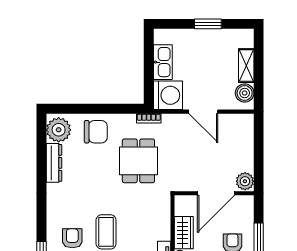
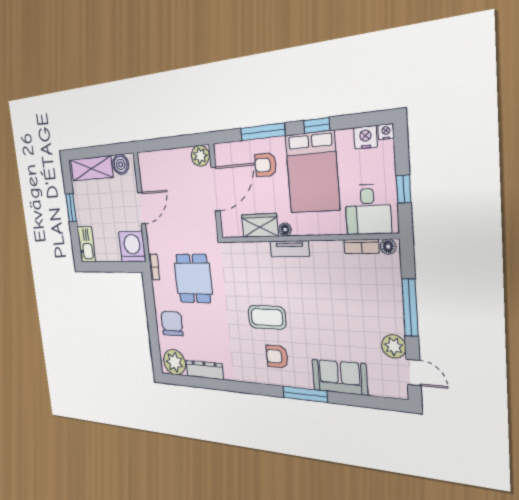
kitchen sink: (163, 62) -> (86, 244), moved, turned 90
shelving: (246, 66) -> (92, 168), width x1.50, depth x1.33
dining table: (138, 161) -> (193, 279), turned 90
door: (216, 193) -> (216, 189), hinge flipped

